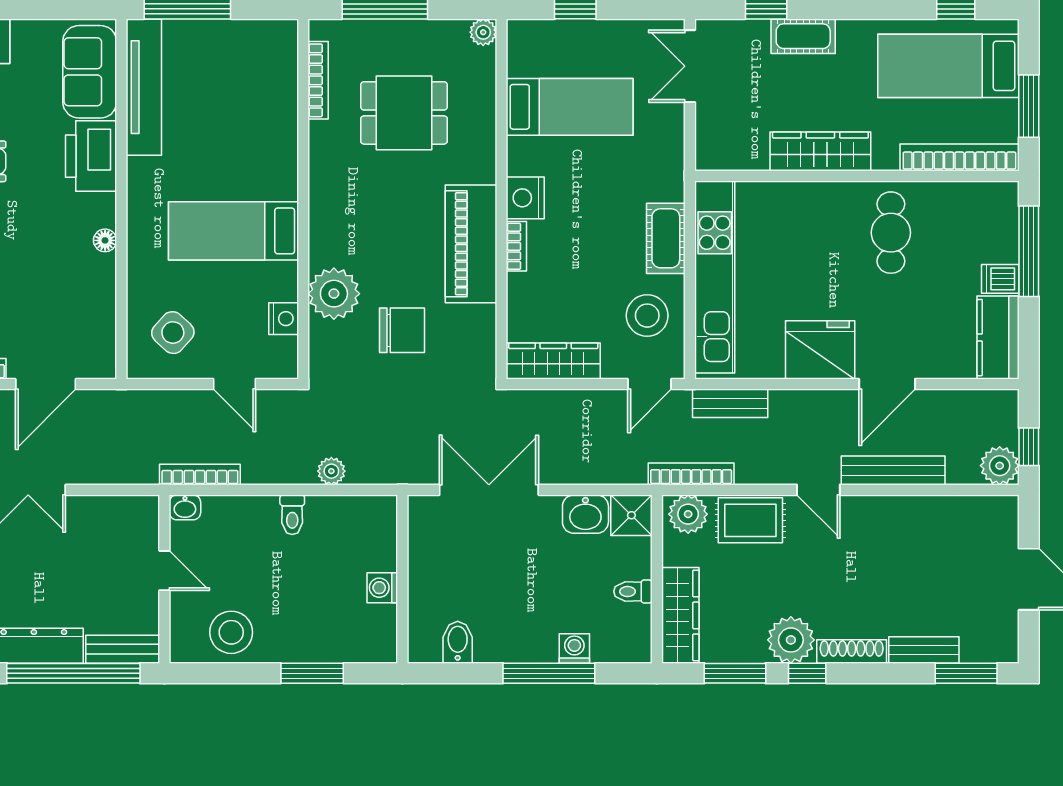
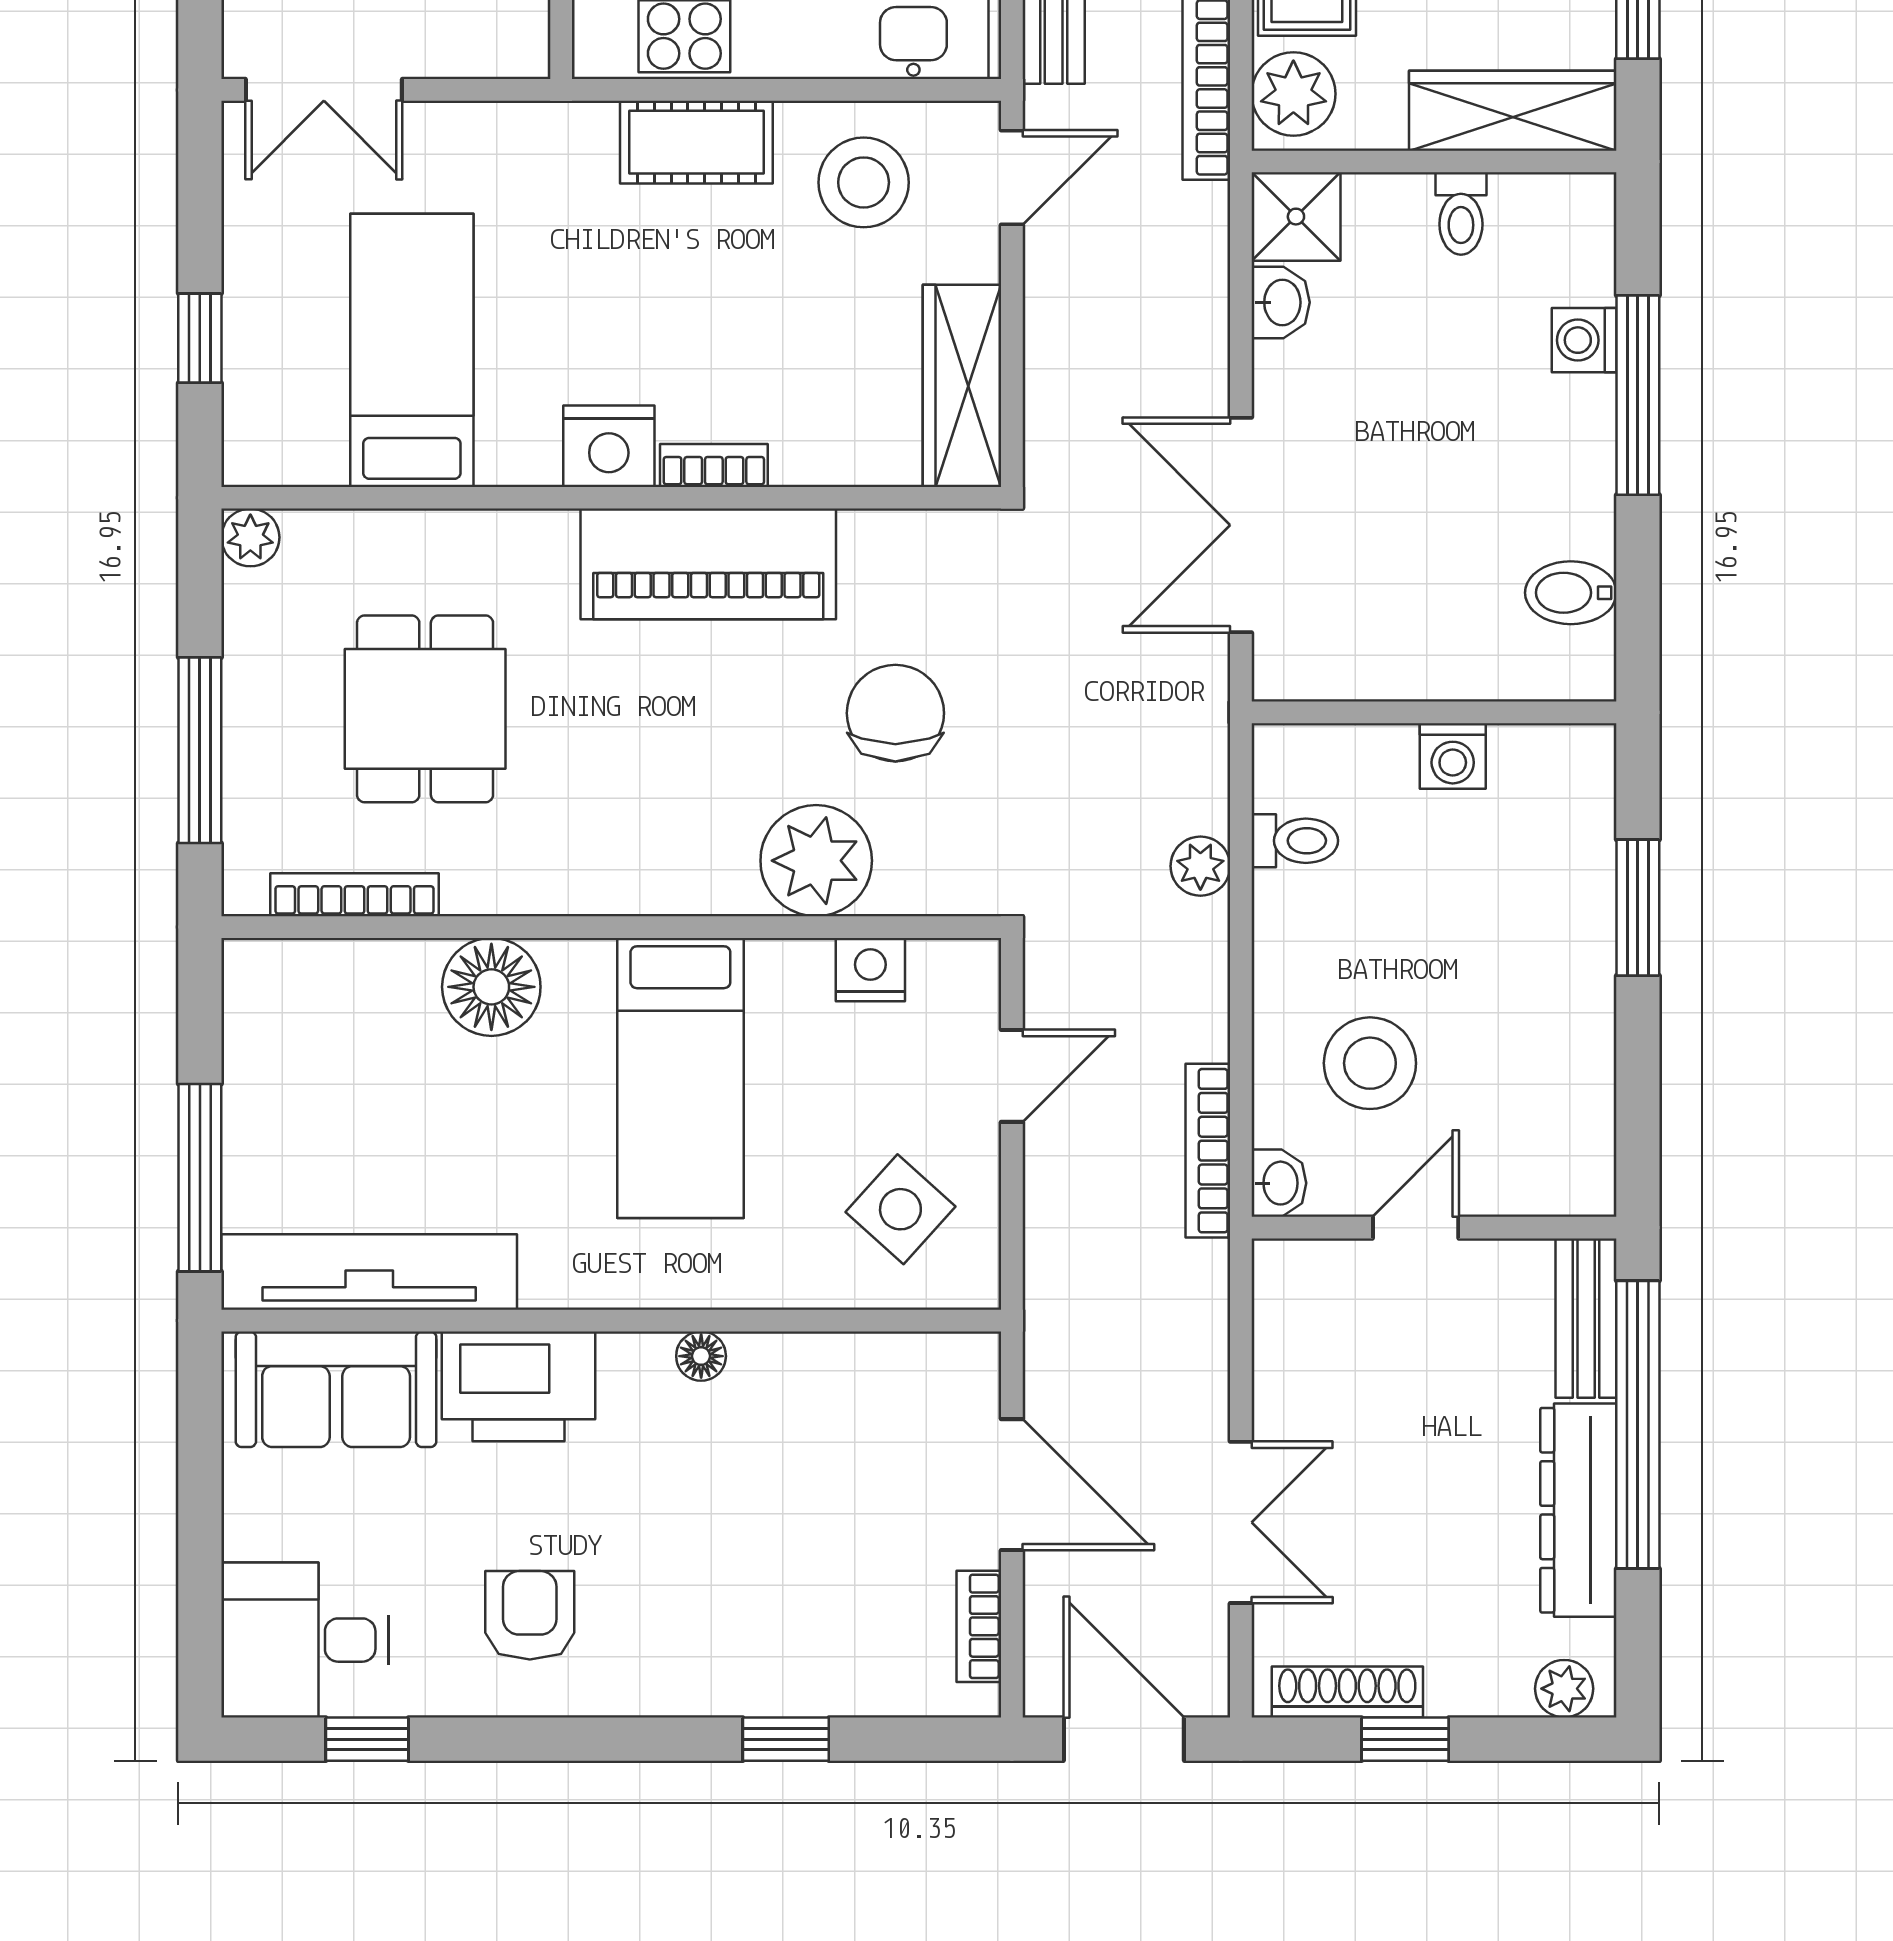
floor lamp: (276, 144) -> (491, 987), added
door: (649, 384) -> (1012, 177), hinge flipped
washbasin: (585, 514) -> (1281, 302), width x0.72, depth x0.69
toilet: (292, 515) -> (1295, 841), moved
stool: (231, 632) -> (1370, 1063), moved

